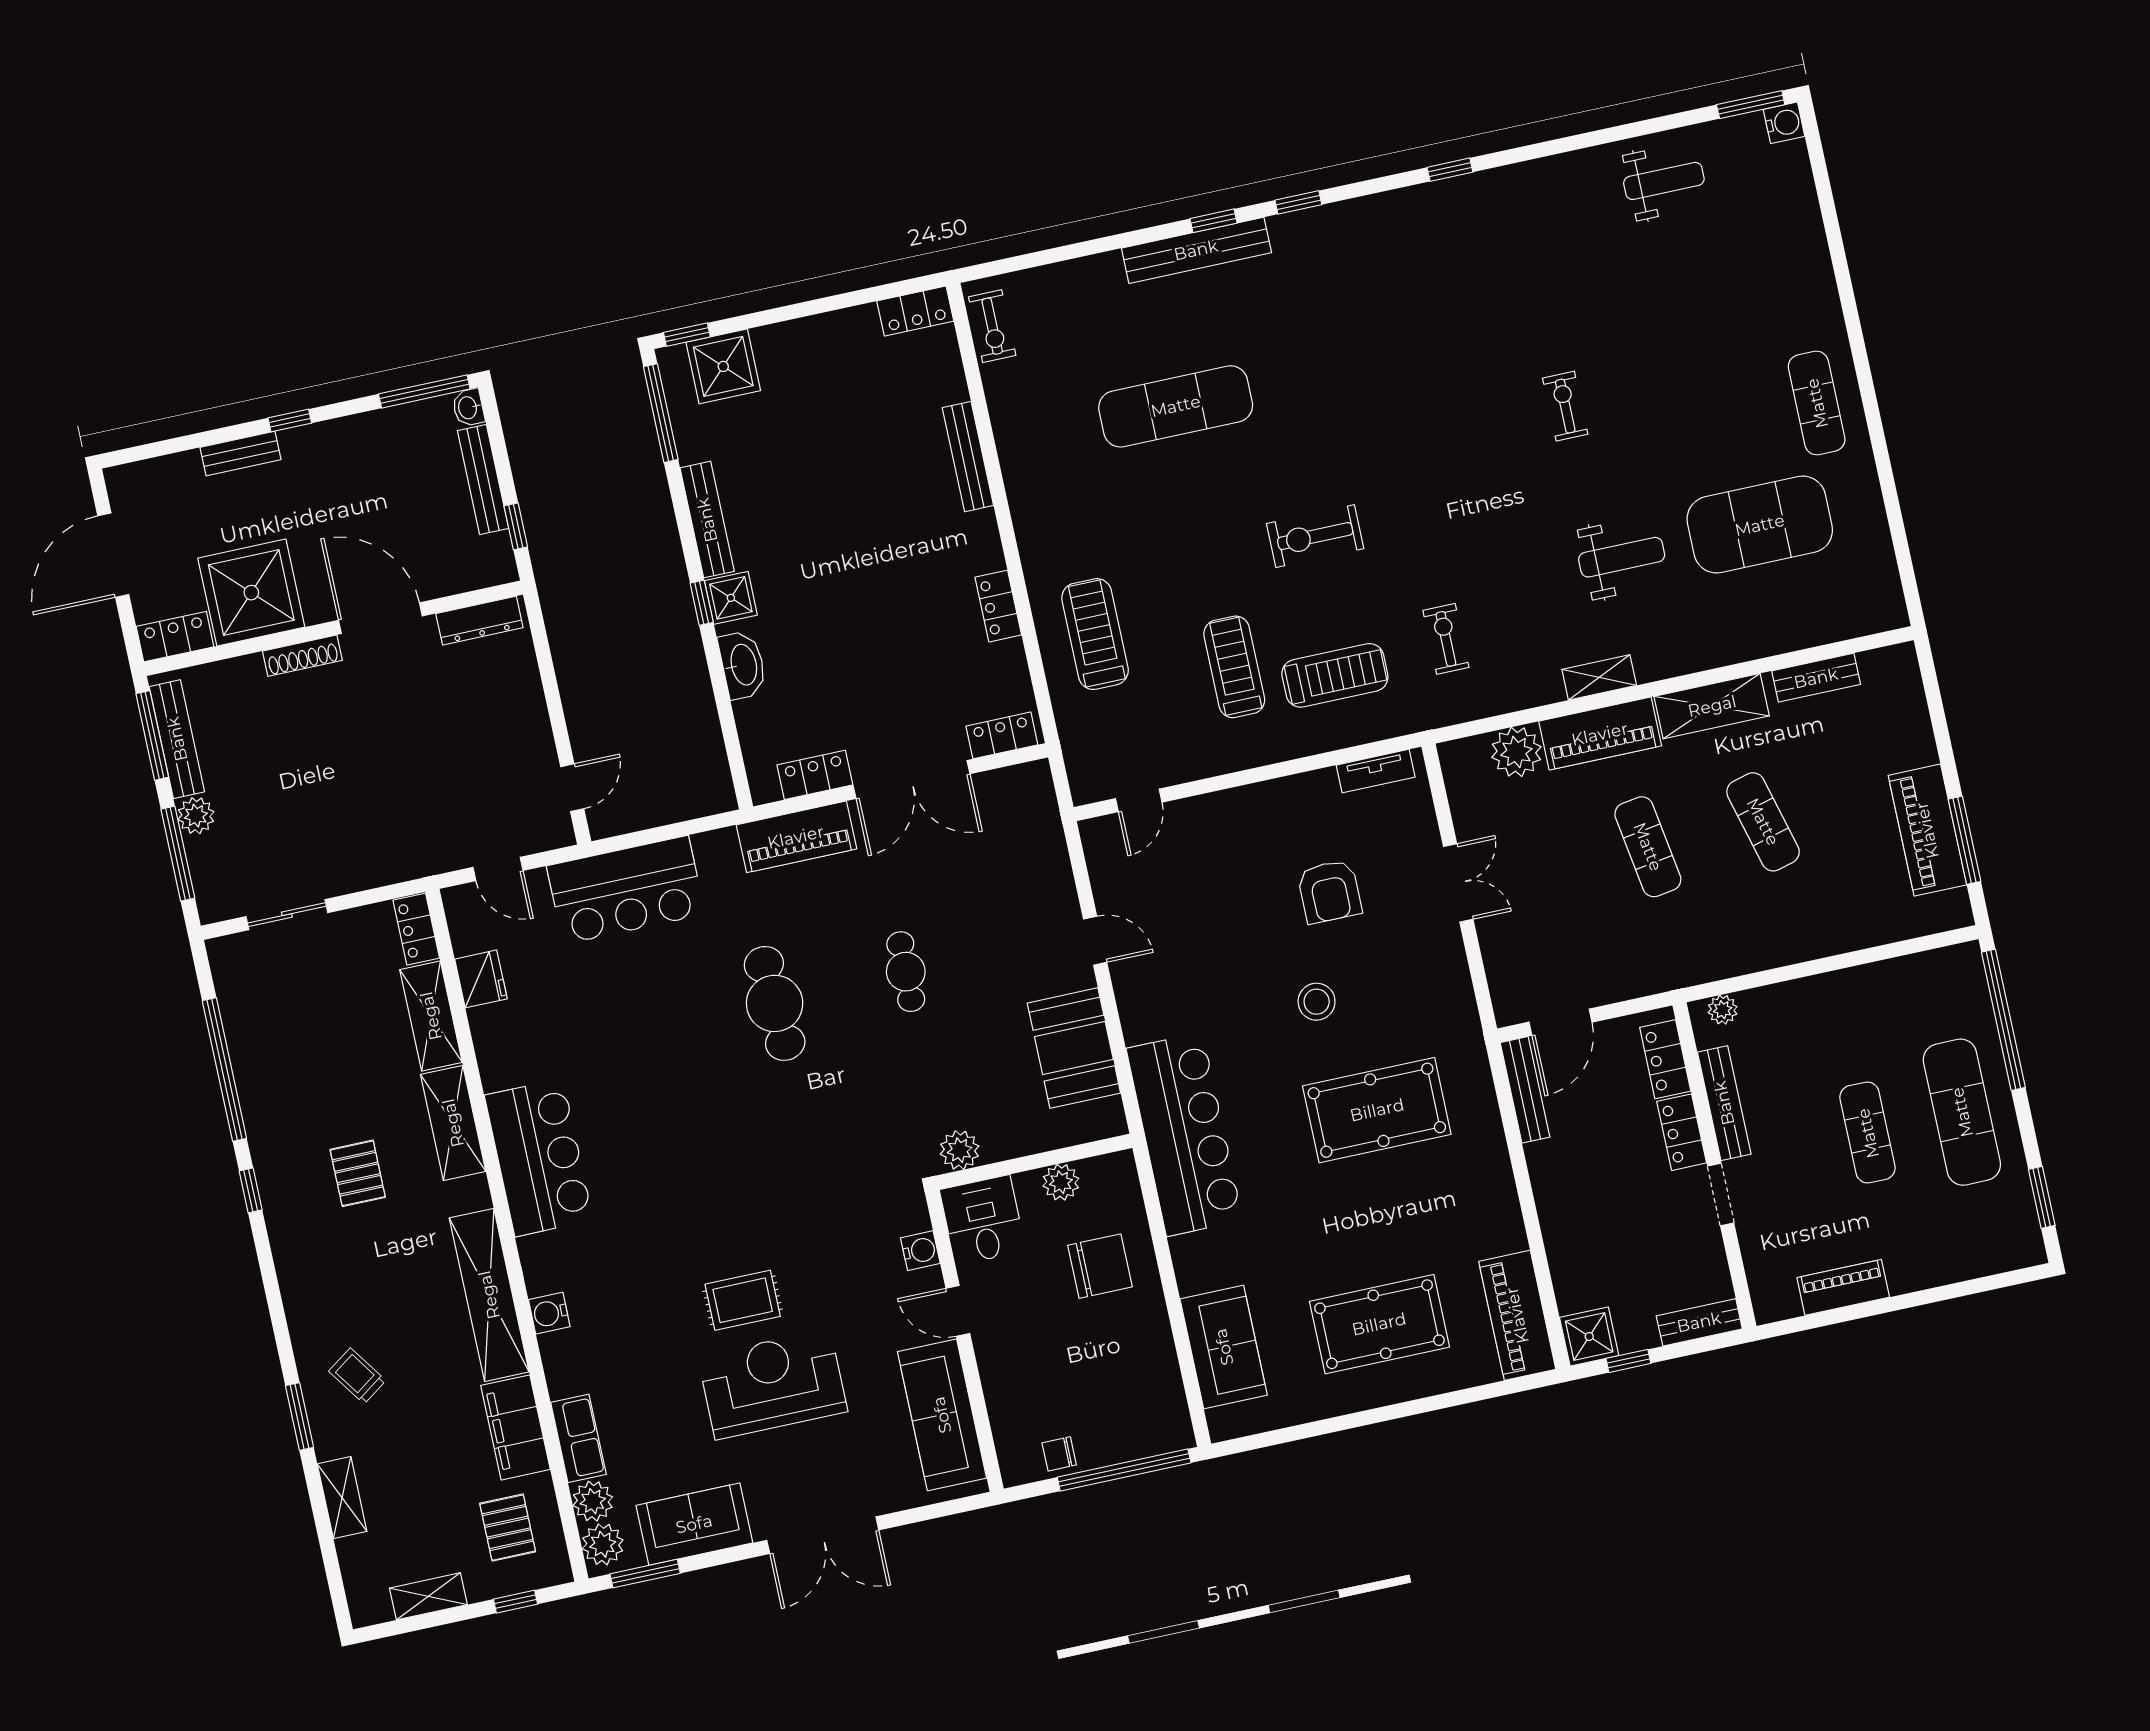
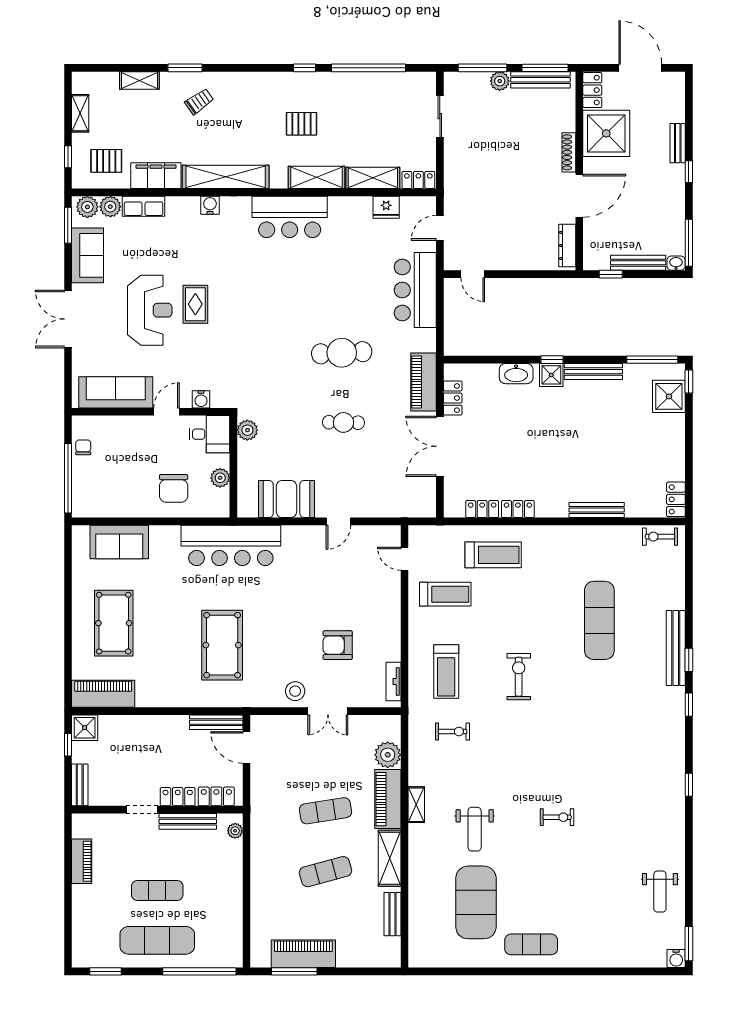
treadmill: (1234, 667) -> (445, 594), moved
locker: (1002, 735) -> (482, 509), moved, turned -90
stool: (1317, 1002) -> (295, 691), moved

